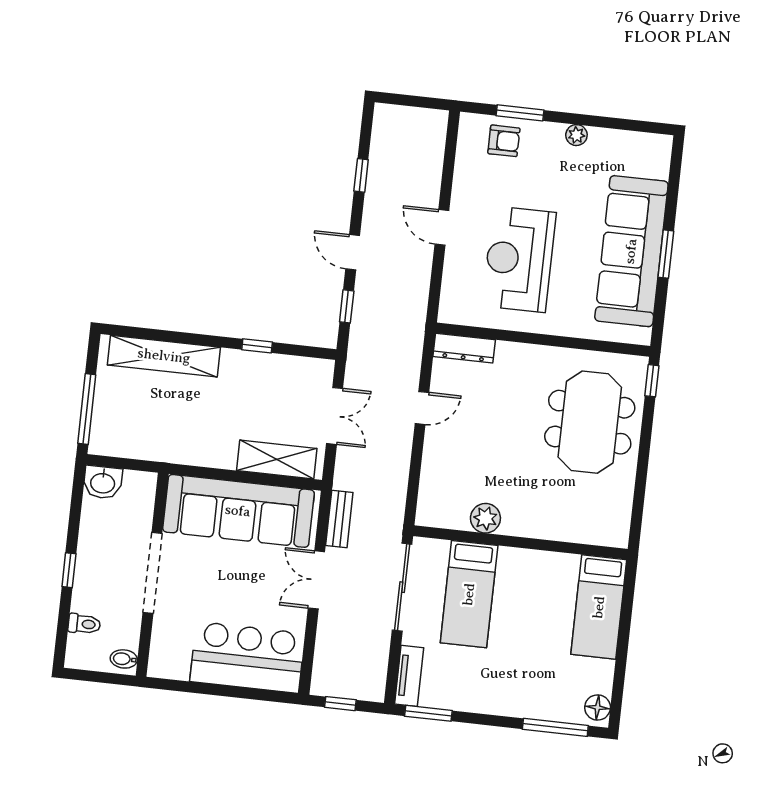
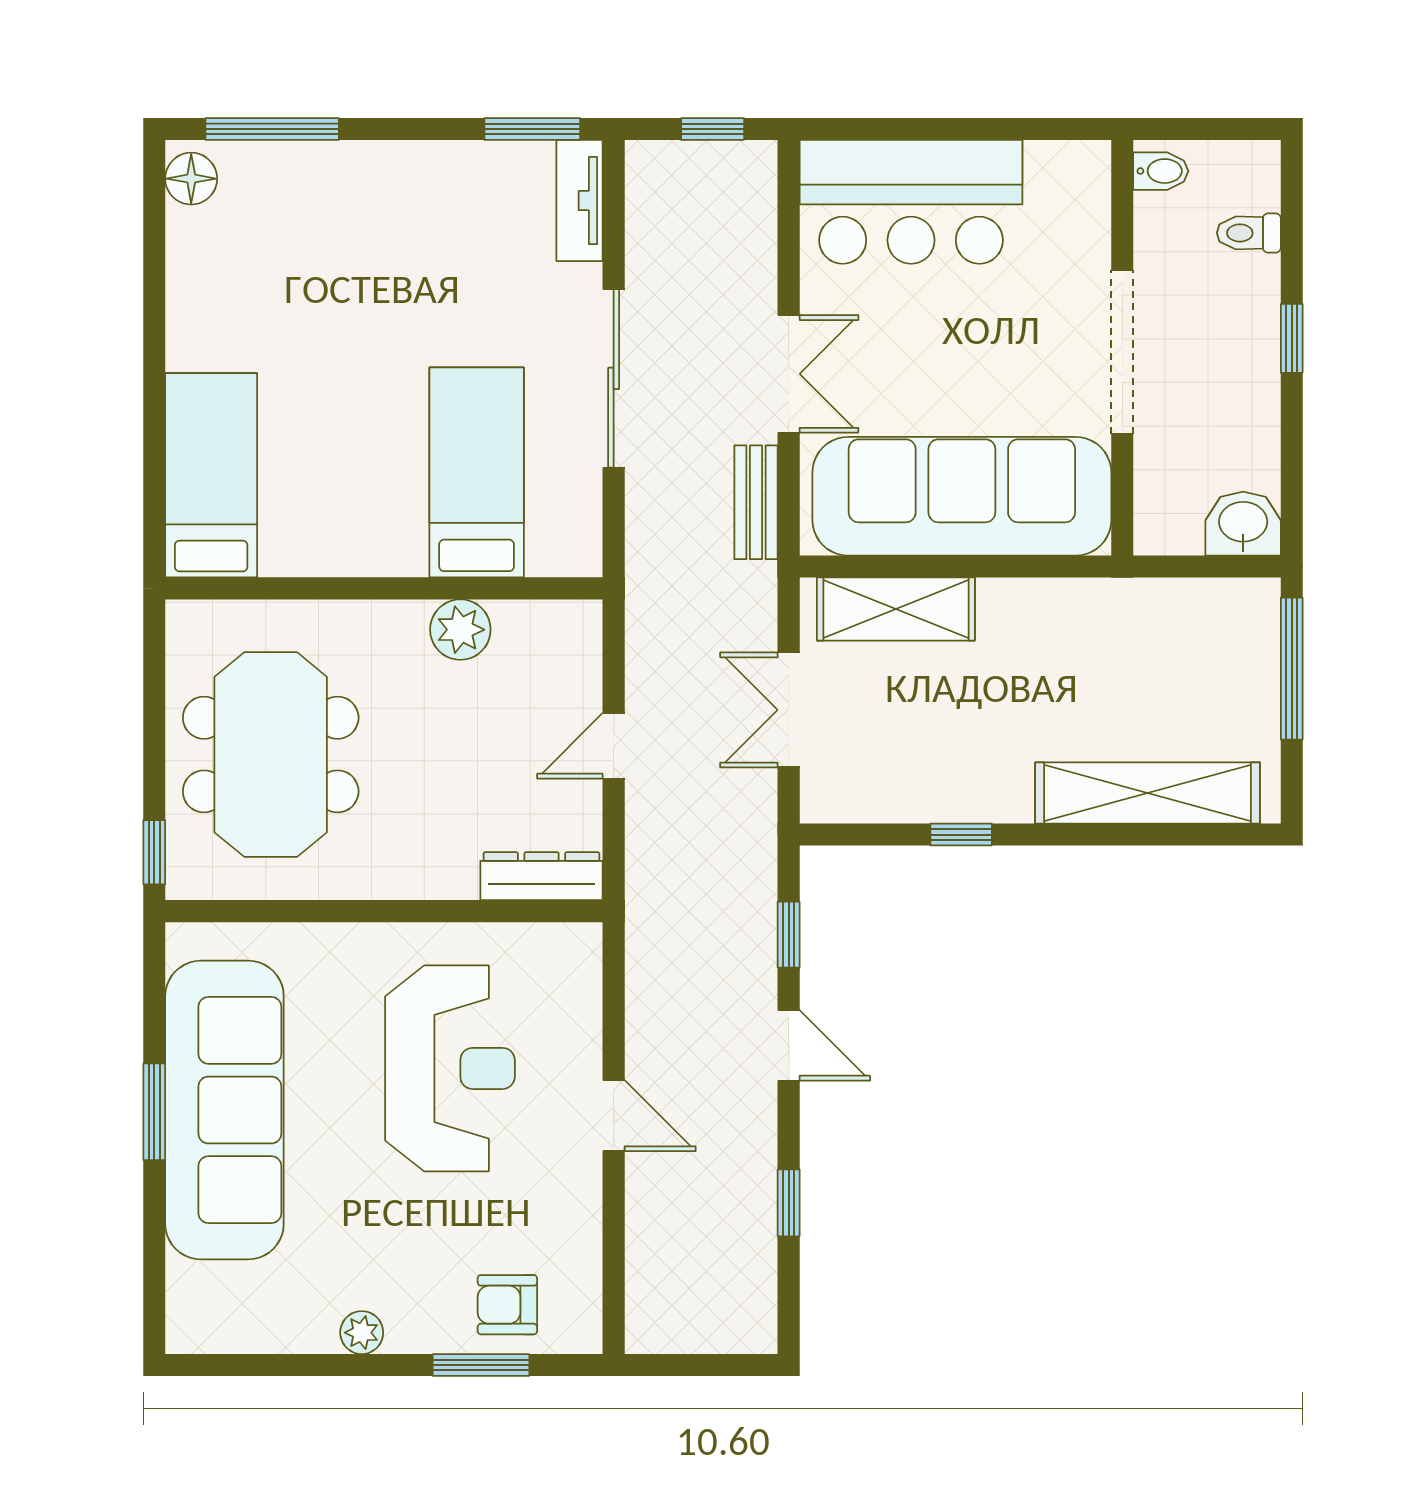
plant: (485, 518) -> (460, 630), moved
wall: (521, 542) -> (384, 588), moved
bed: (469, 594) -> (477, 472), moved
bed: (599, 607) -> (211, 475), moved

